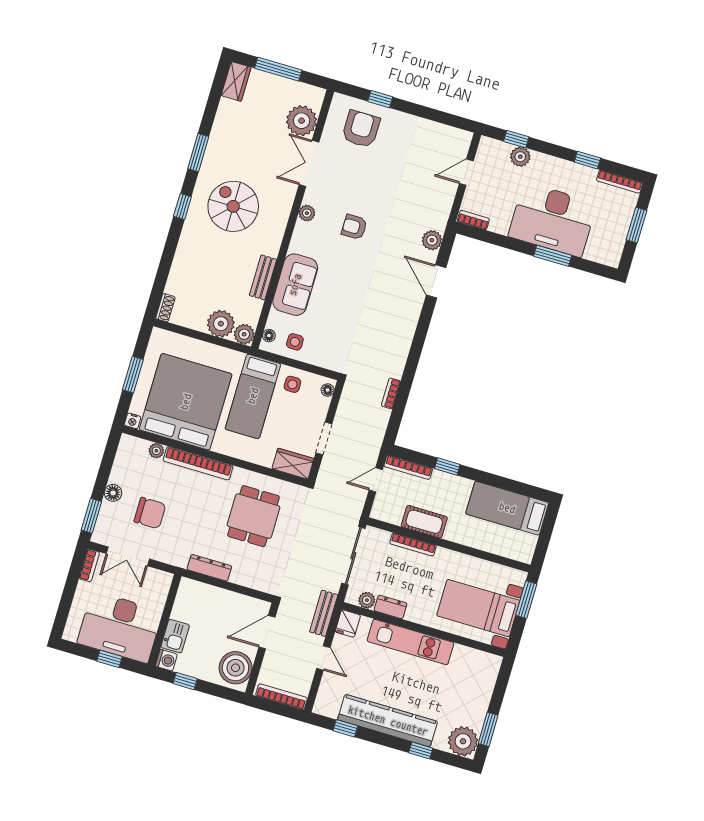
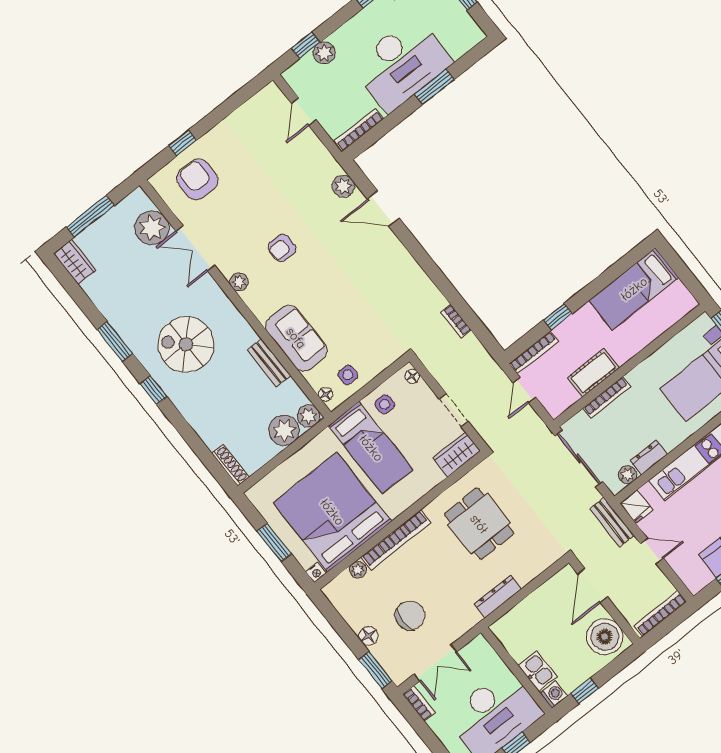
bookcase: (473, 220) -> (359, 130), width x1.56
shoe rack: (165, 308) -> (230, 465), width x1.43

